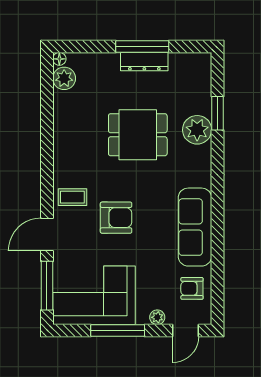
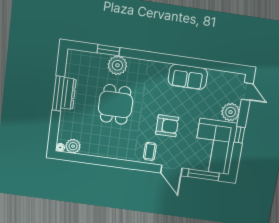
armchair: (116, 218) -> (167, 126), turned 90
sofa: (195, 227) -> (188, 77), width x0.73
armchair: (192, 288) -> (221, 83), removed
plant: (157, 317) -> (231, 112), width x1.88, depth x1.88
window: (118, 331) -> (240, 135), width x0.46

